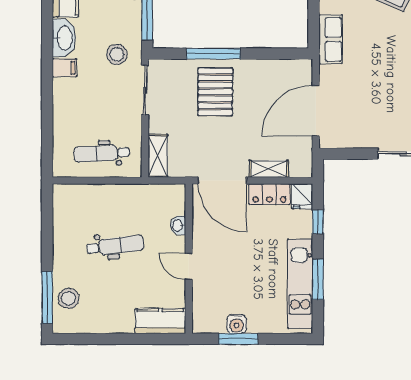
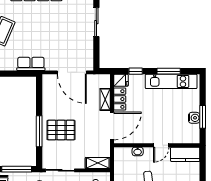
kitchen counter: (160, 321) -> (185, 154), moved, turned -90

